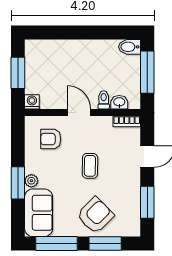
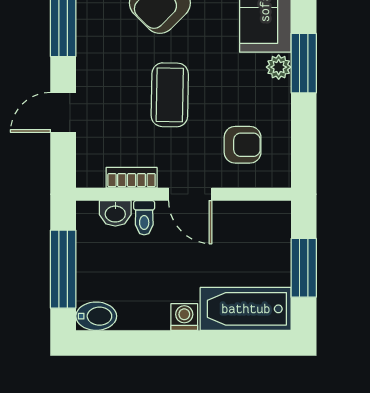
bathtub: (49, 51) -> (246, 309), added
washing machine: (32, 102) -> (184, 317), moved, turned 180
bookcase: (127, 121) -> (132, 178), moved
coffee table: (90, 166) -> (170, 95), width x1.36, depth x1.30

